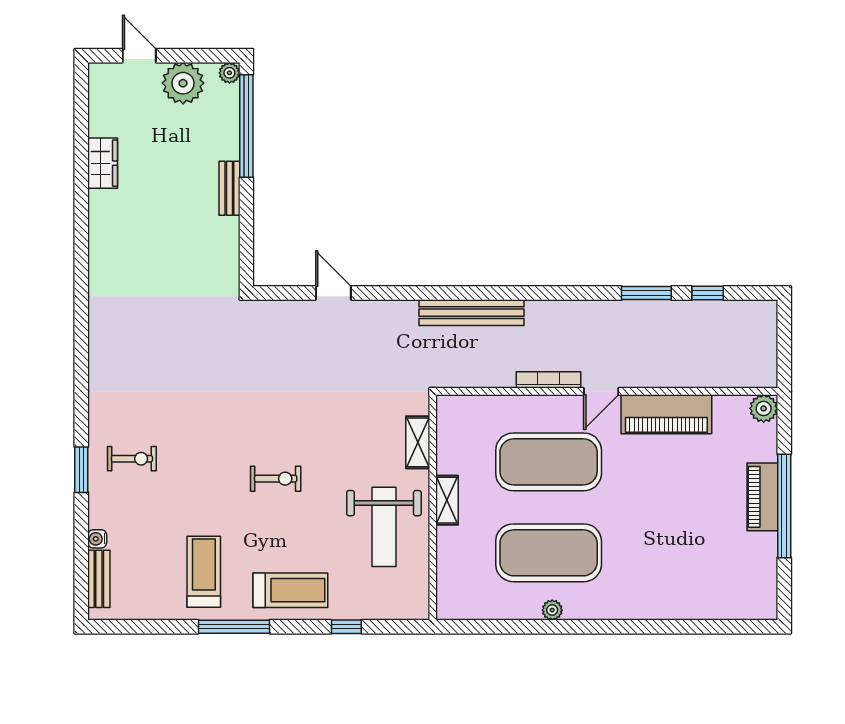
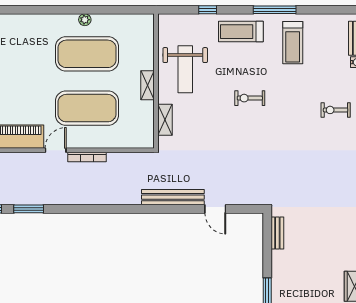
bench: (229, 188) -> (277, 233), moved
bench: (471, 313) -> (173, 197), moved
weight bench: (384, 527) -> (185, 69), turned 180

